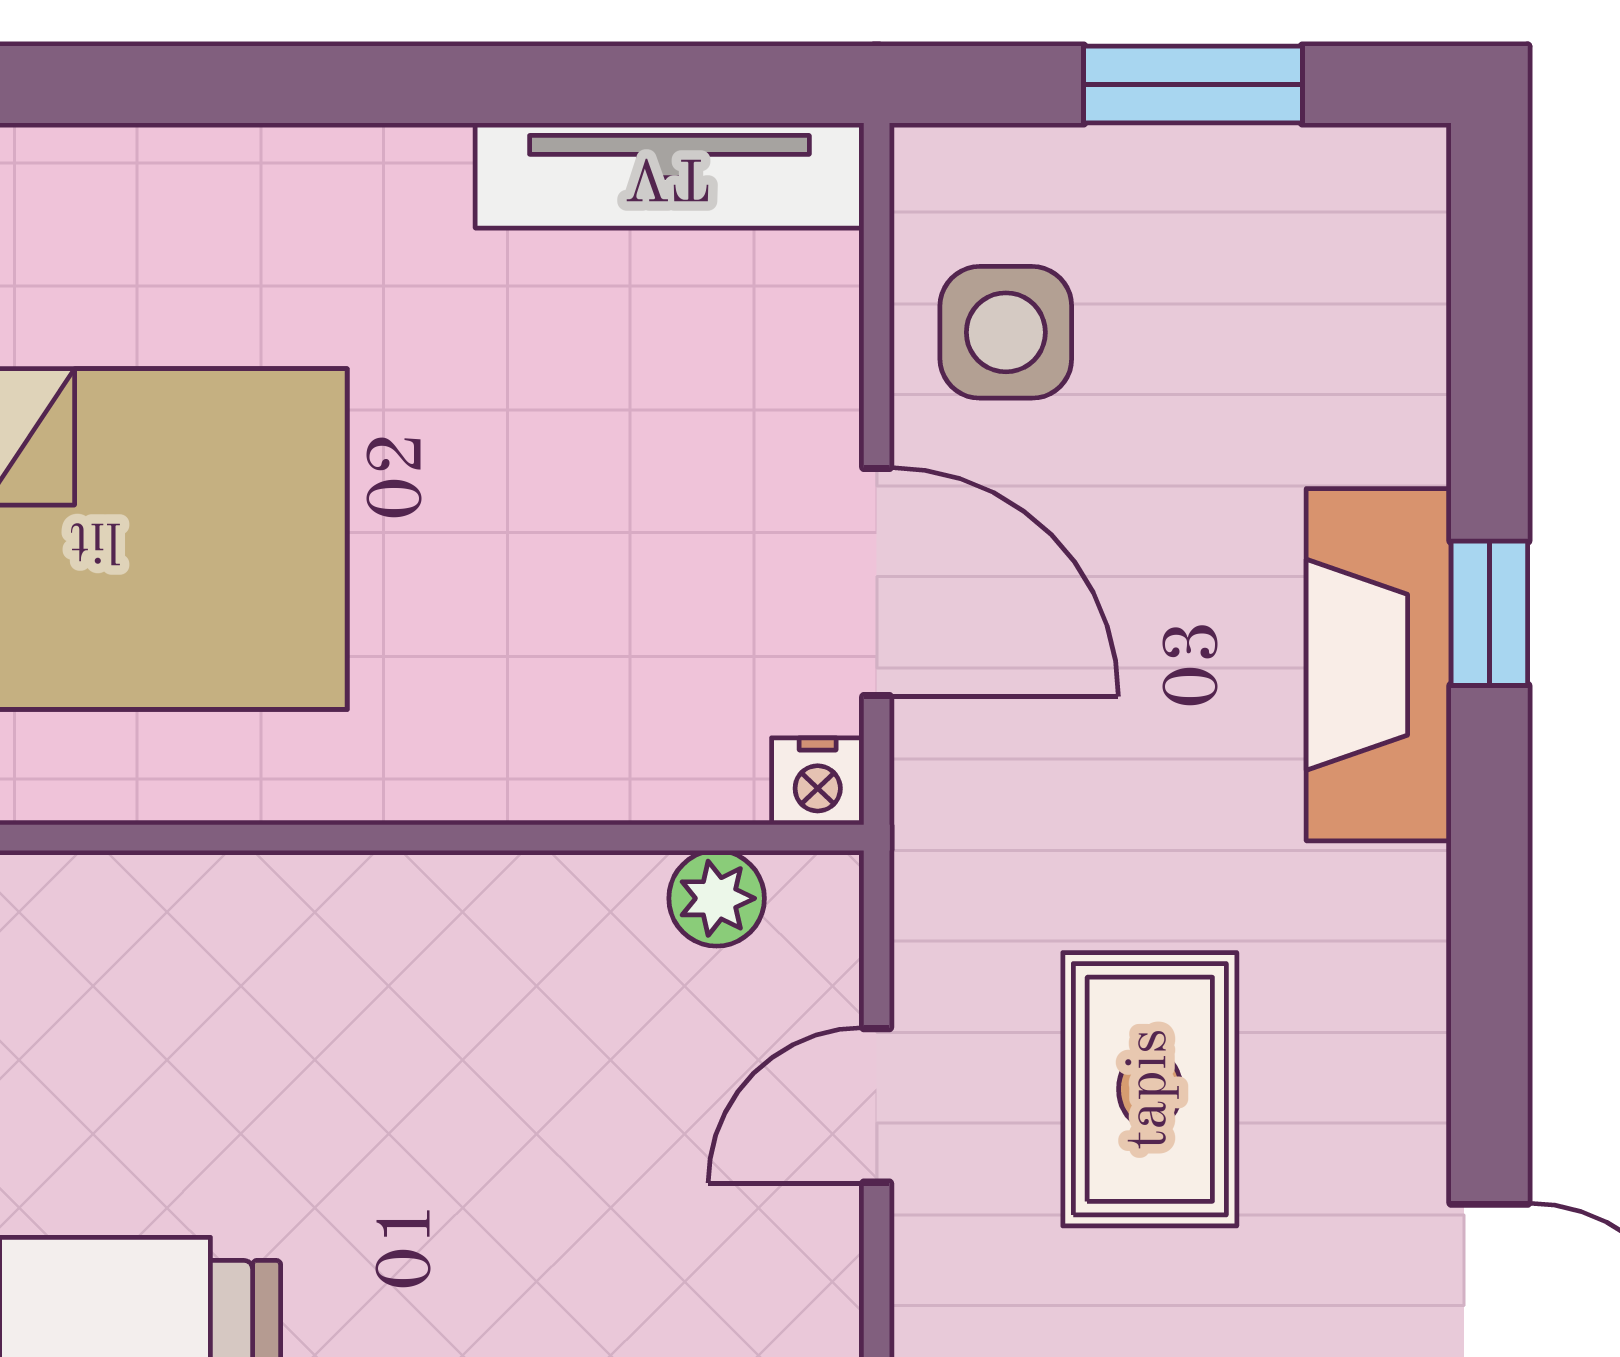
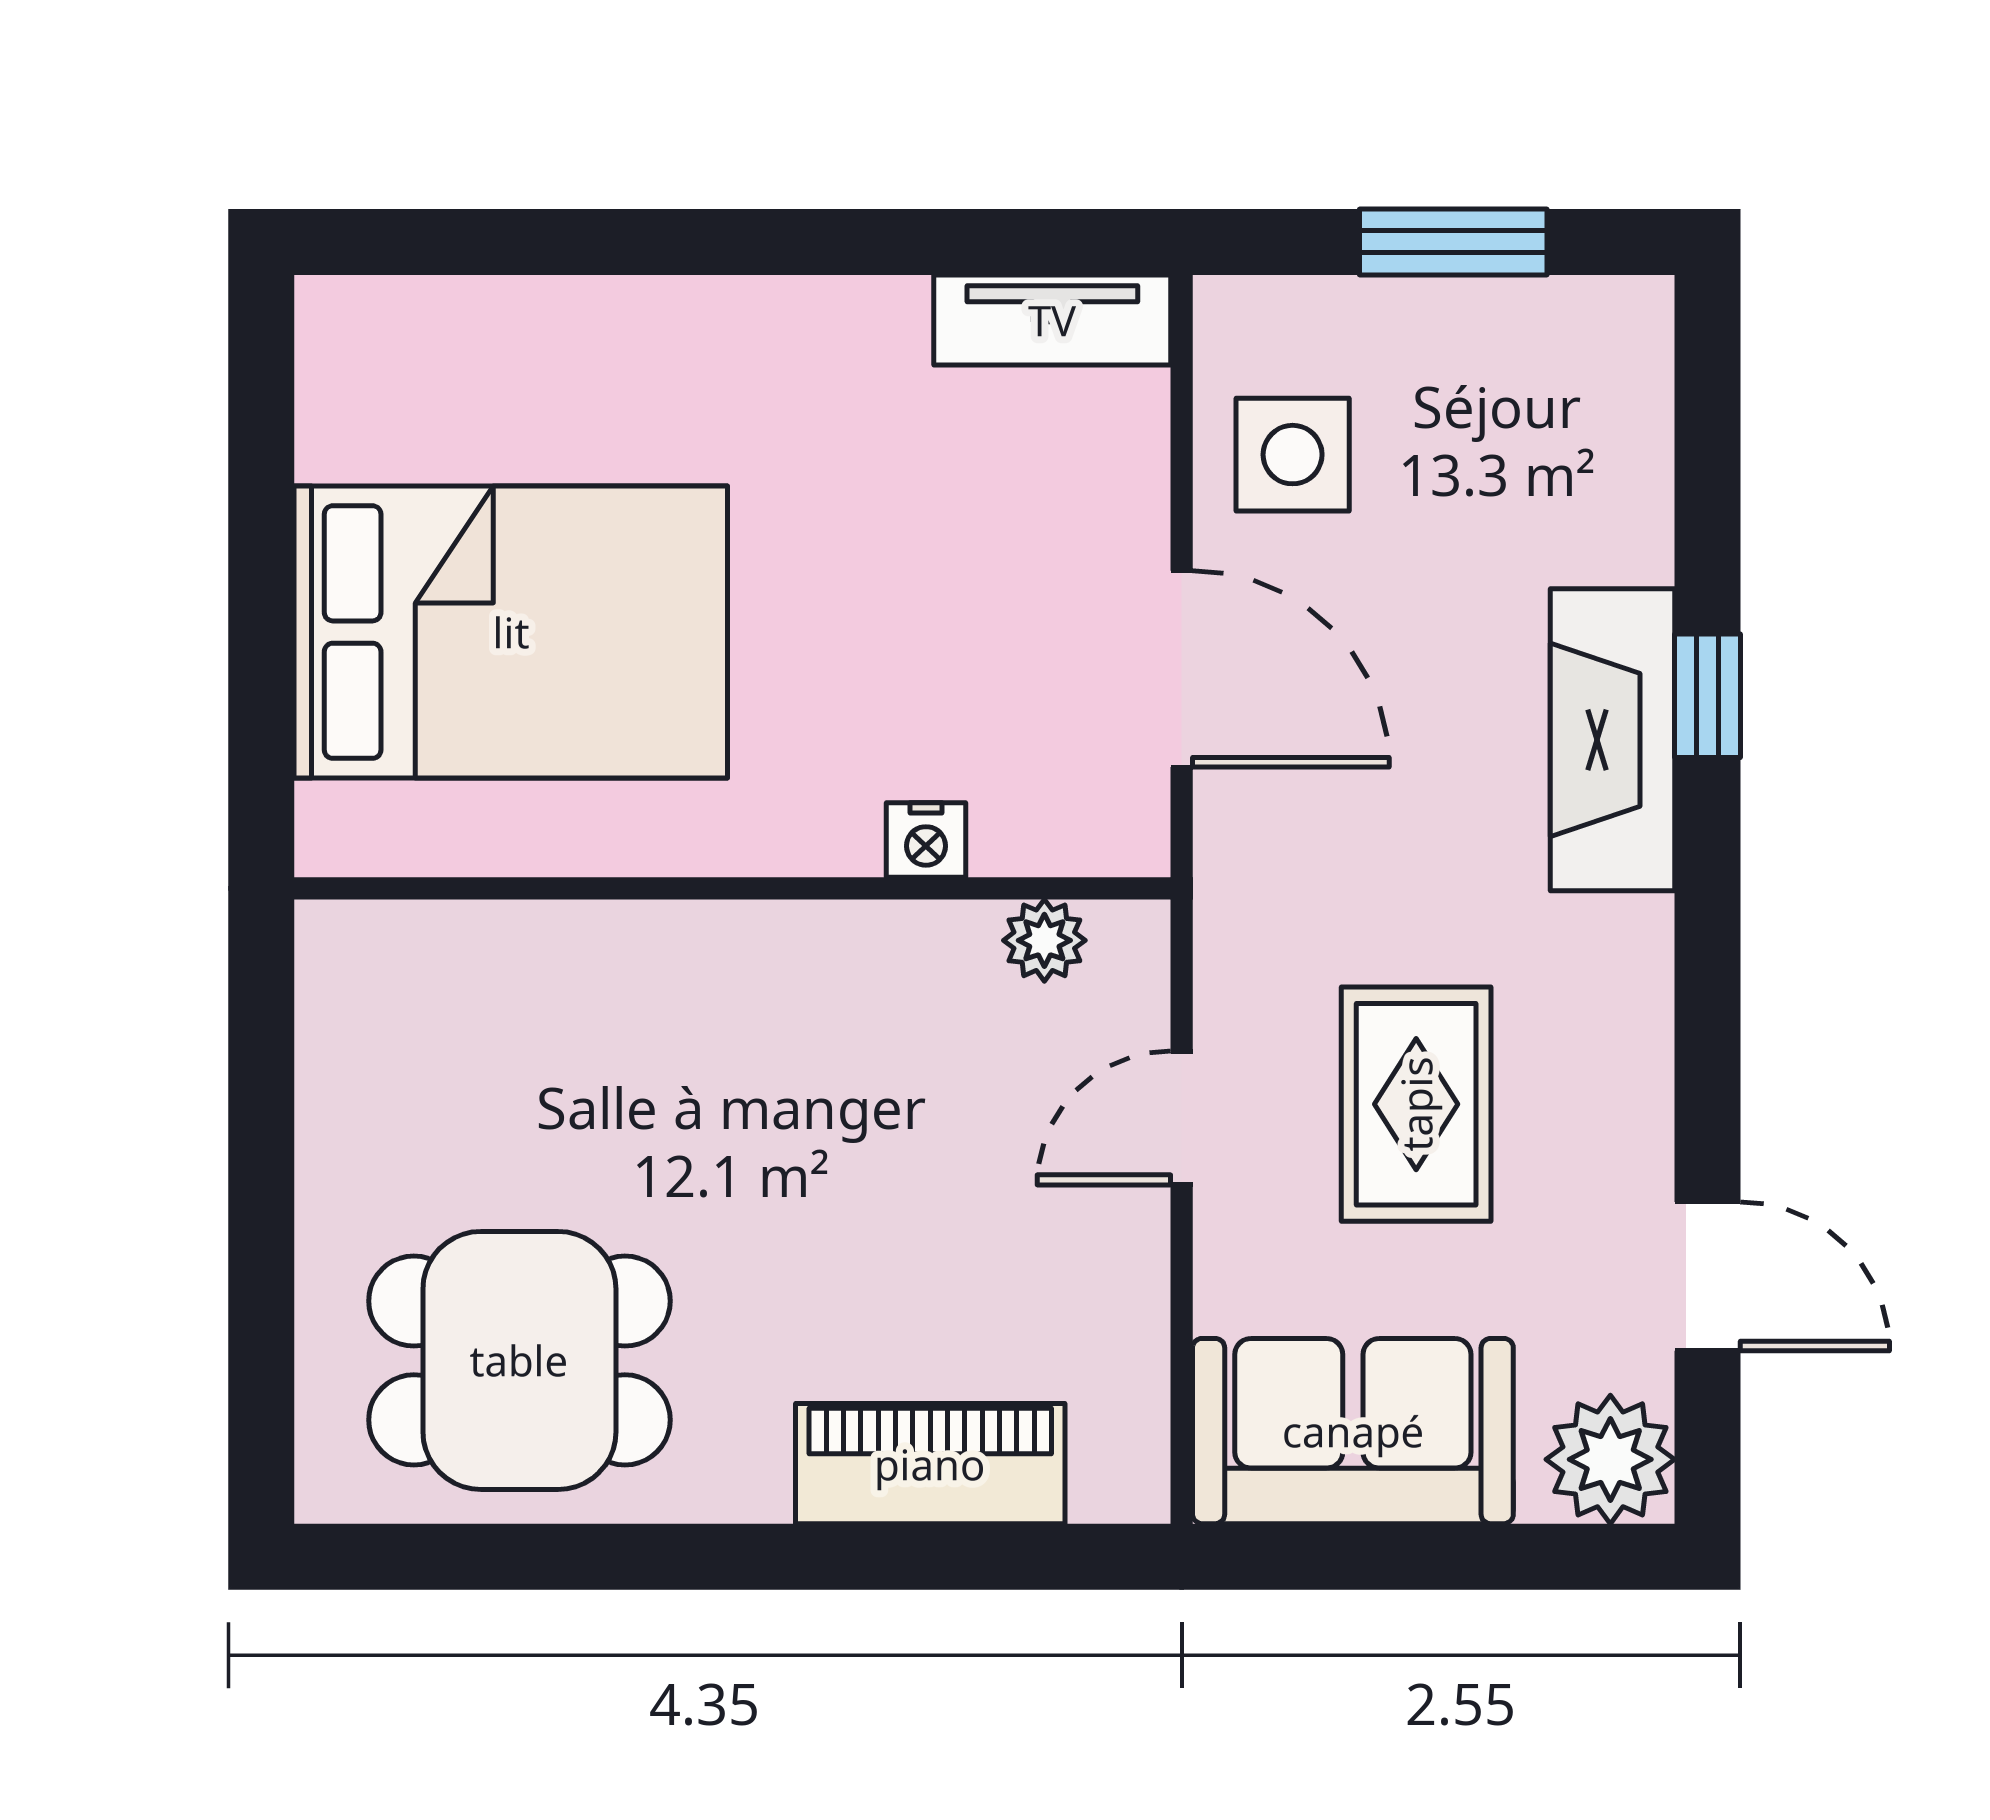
tv unit: (669, 175) -> (1052, 320), width x0.71
nightstand: (818, 781) -> (926, 840), moved

